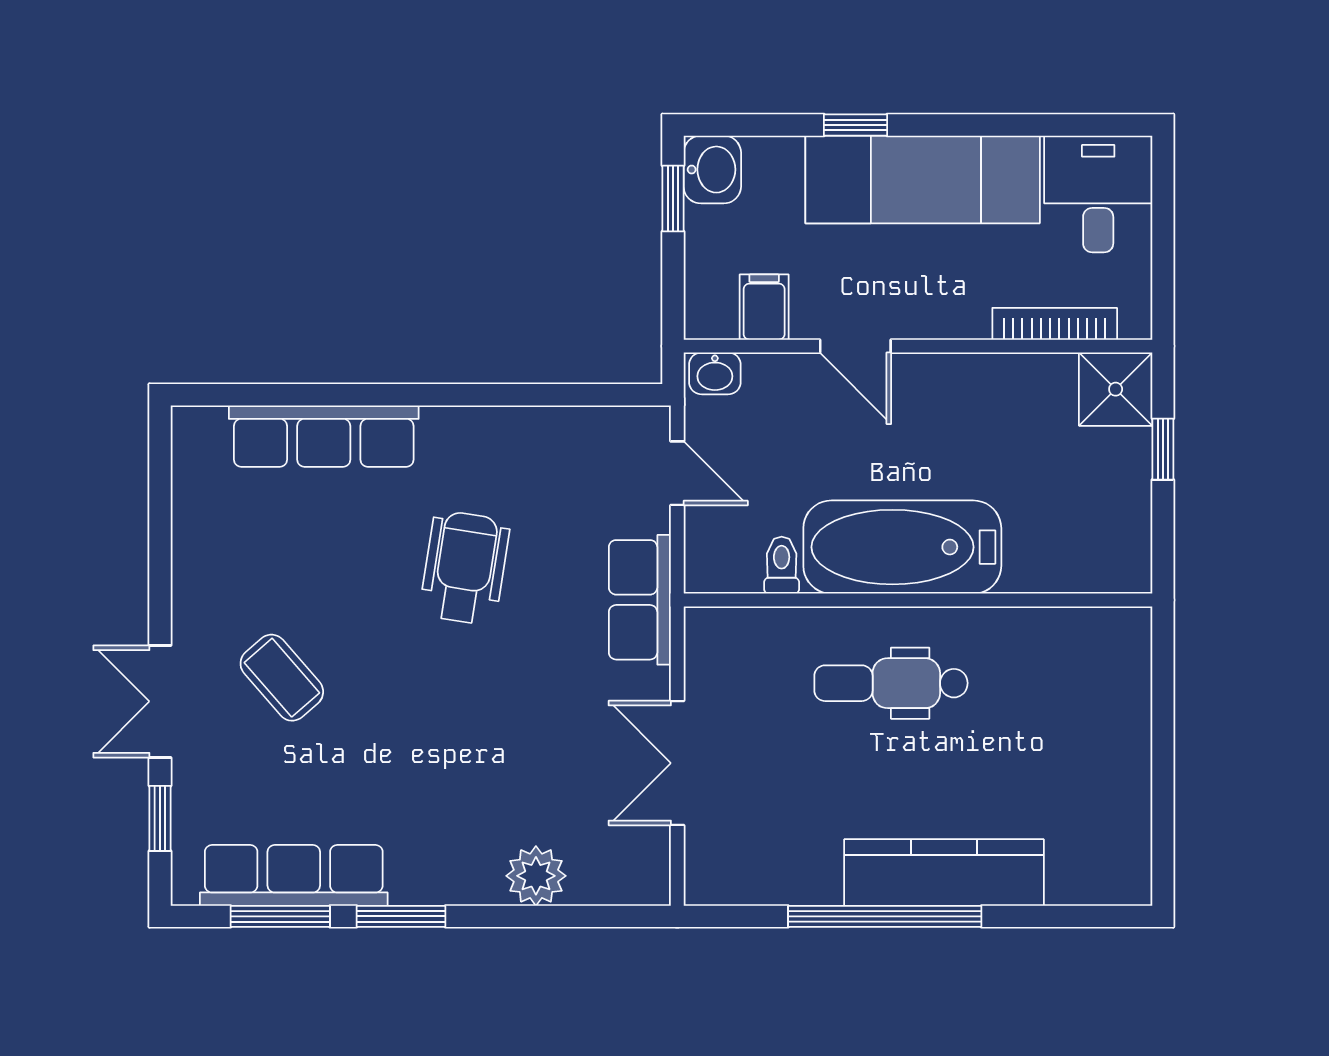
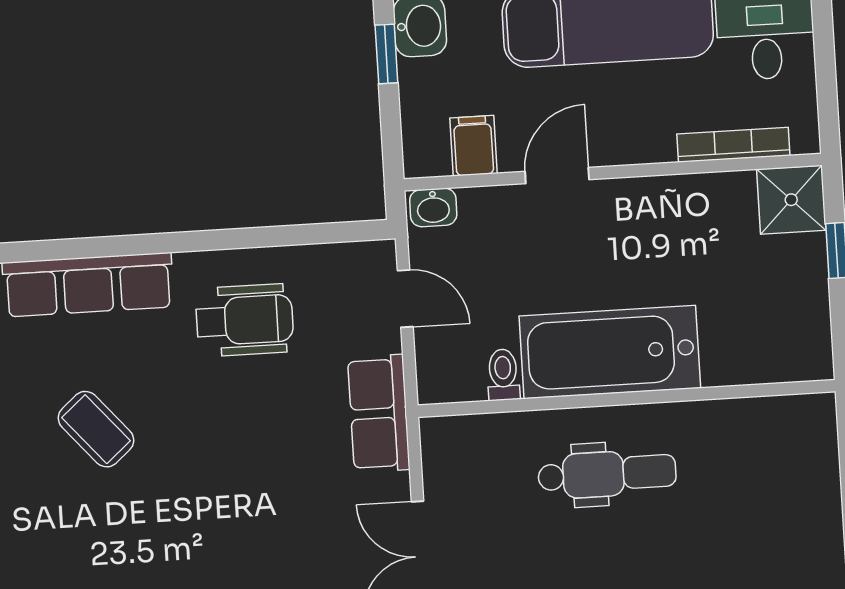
door: (855, 346) -> (557, 176), swing flipped
wheelchair: (465, 568) -> (245, 320), moved, turned 81
coffee table: (282, 678) -> (96, 429), moved
dental chair: (891, 683) -> (607, 474), turned 180

